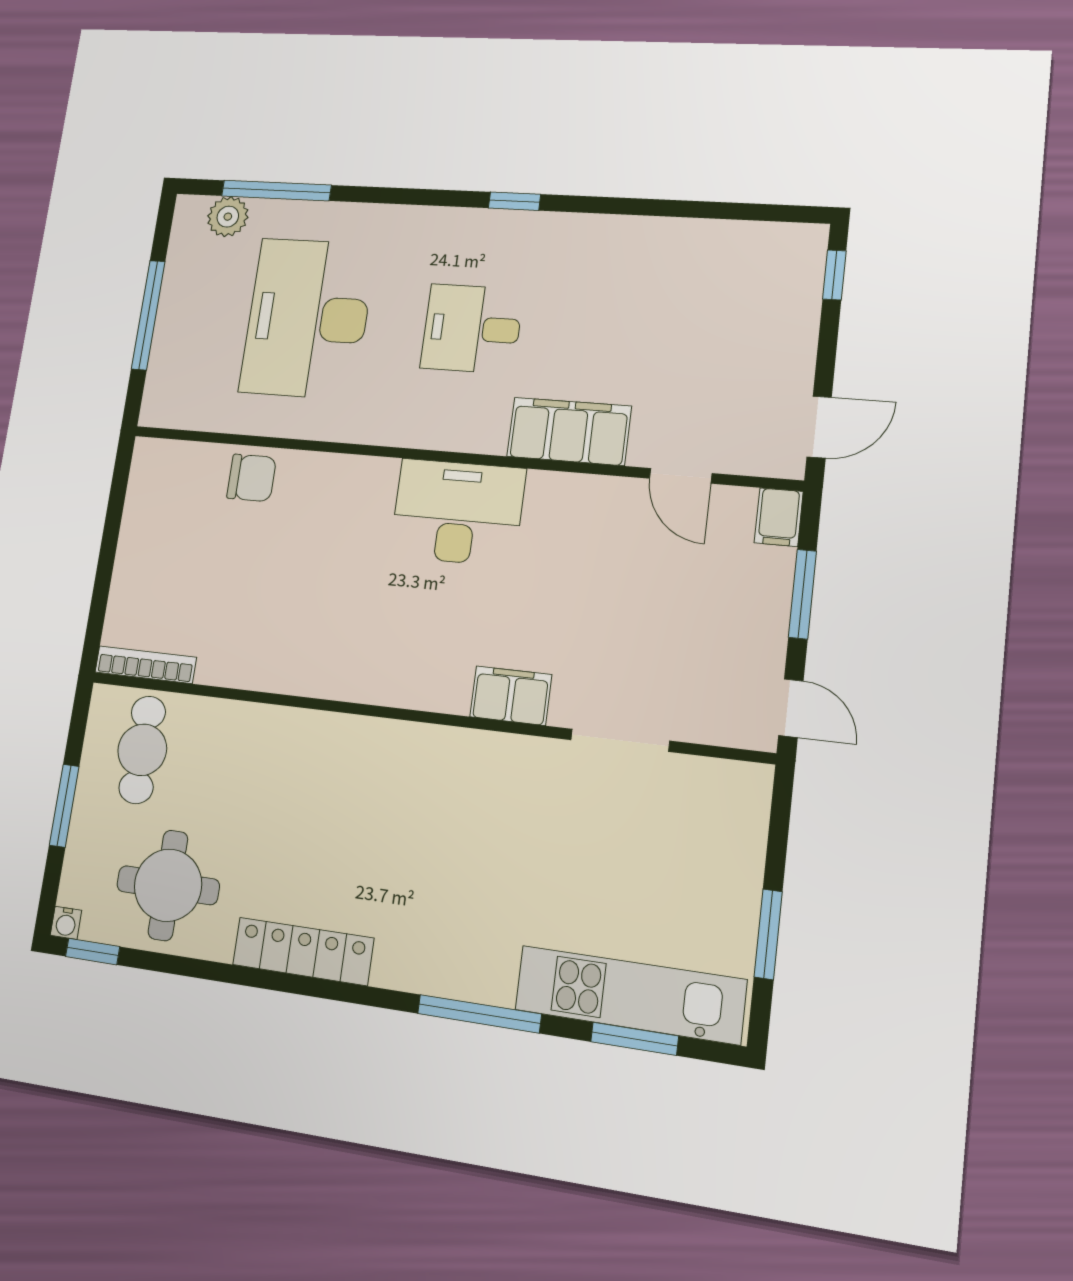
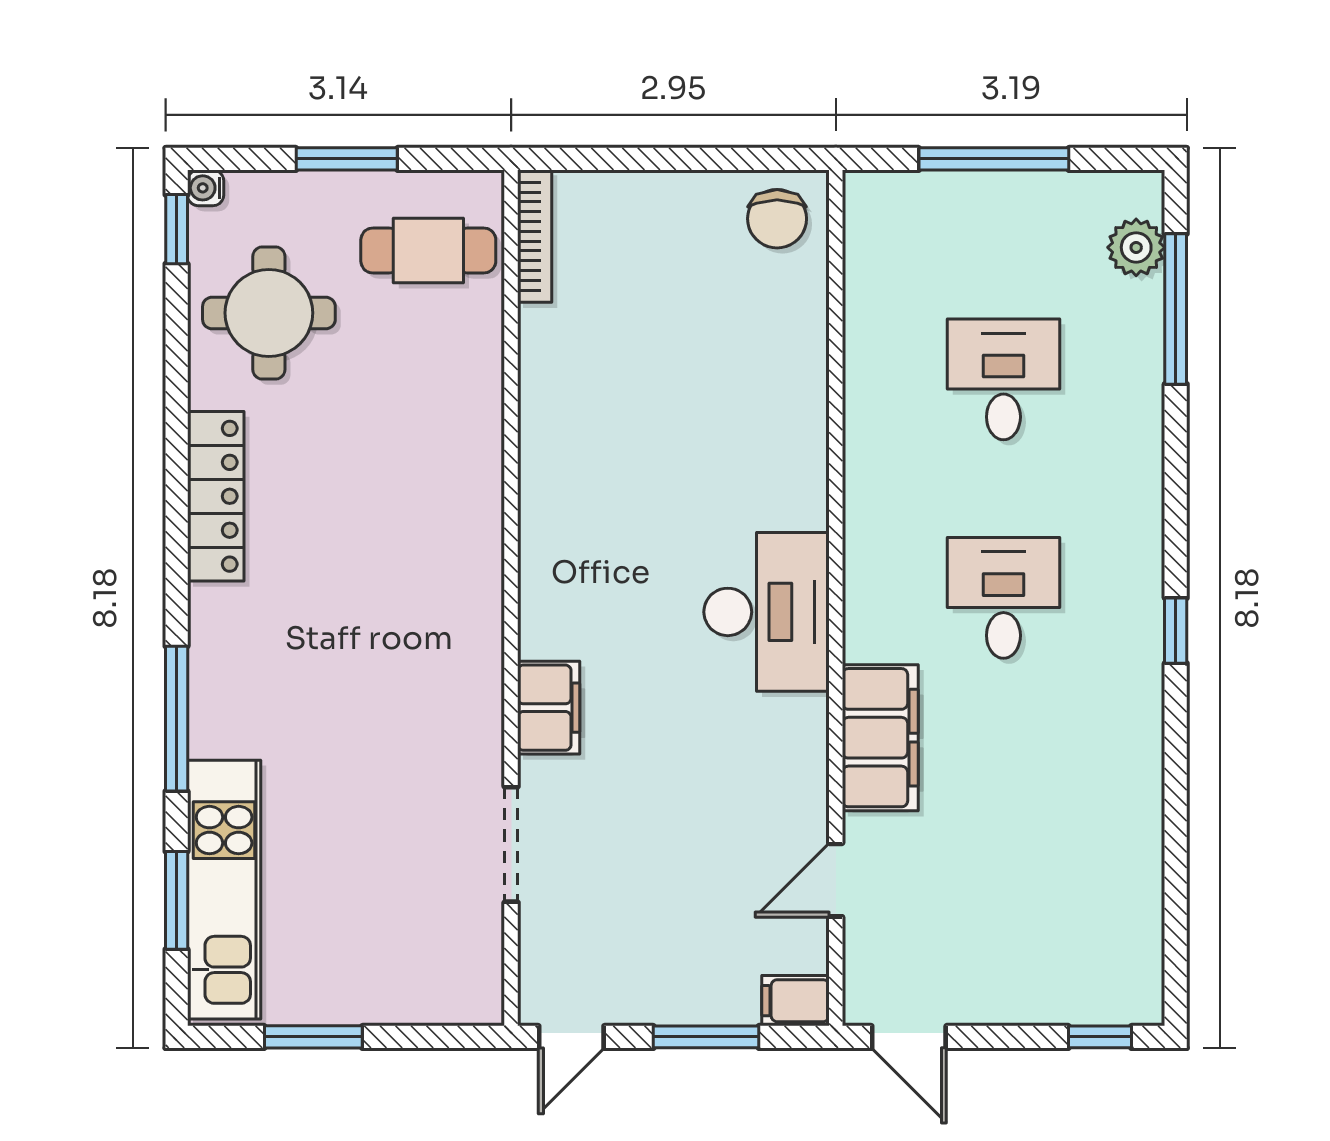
desk: (308, 318) -> (1003, 379), width x0.53, depth x0.77
chair: (251, 478) -> (777, 219), moved

